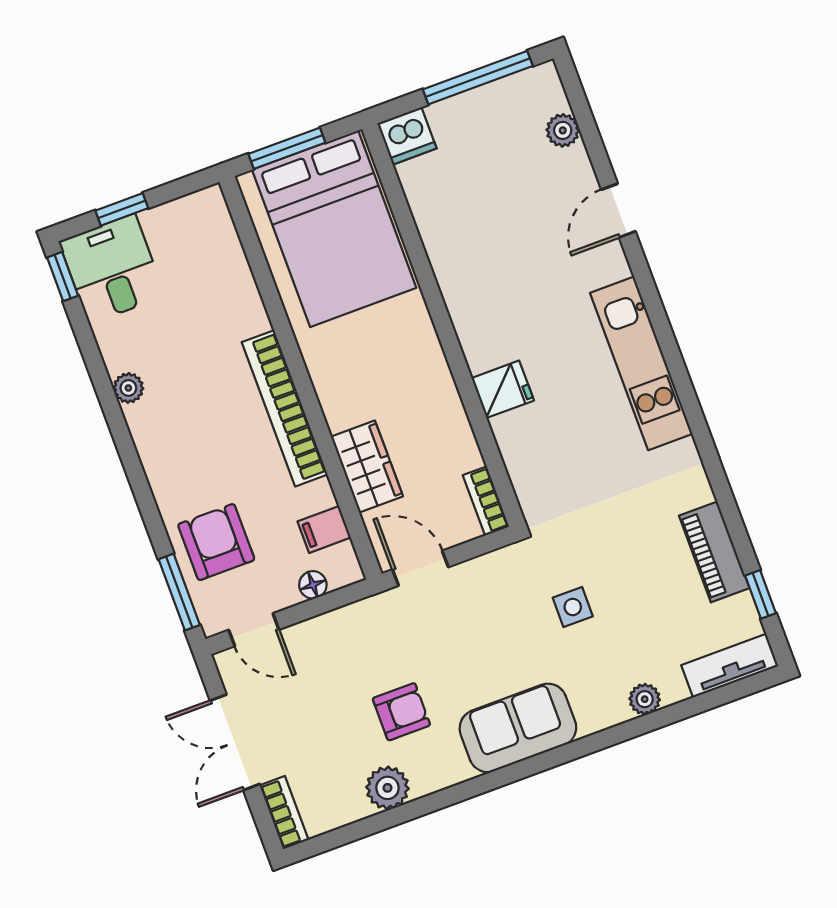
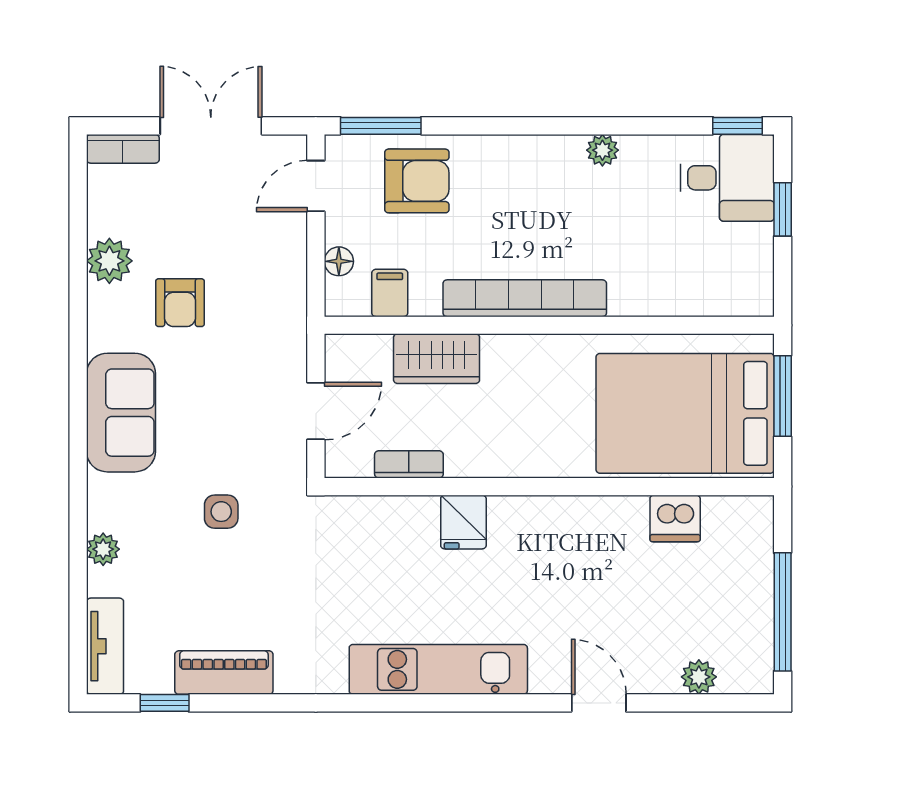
dishwasher: (407, 136) -> (675, 518), moved, turned -90
bookcase: (486, 501) -> (409, 464), moved
door: (420, 568) -> (316, 411), moved

